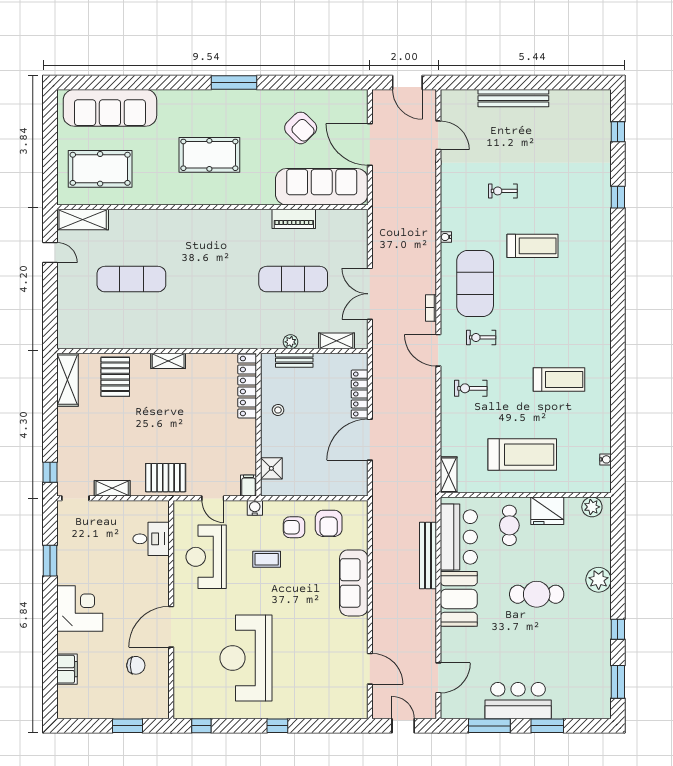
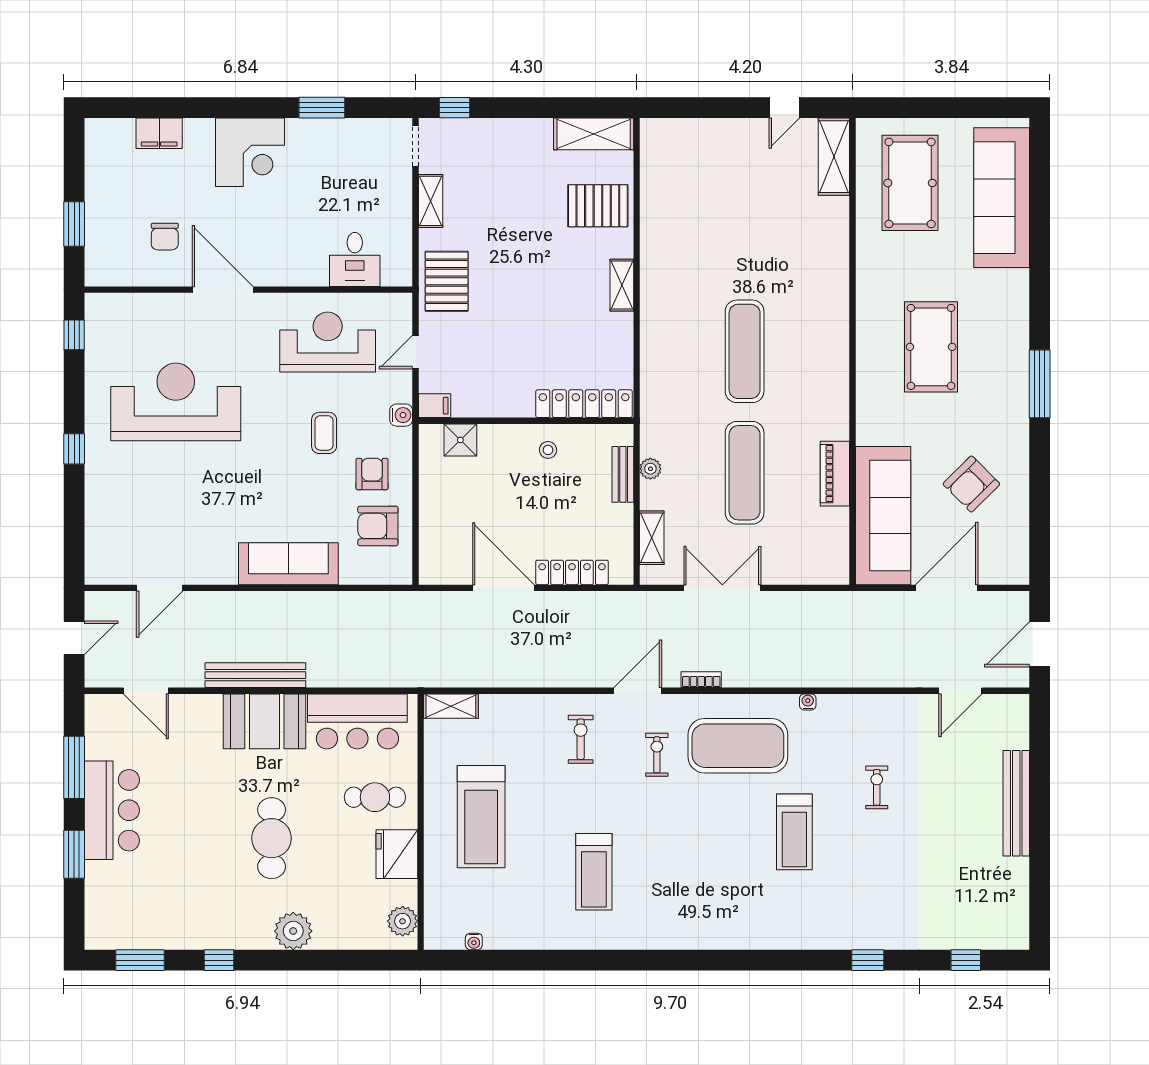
exercise mat: (131, 279) -> (745, 351), moved
bench: (428, 556) -> (255, 675), moved

